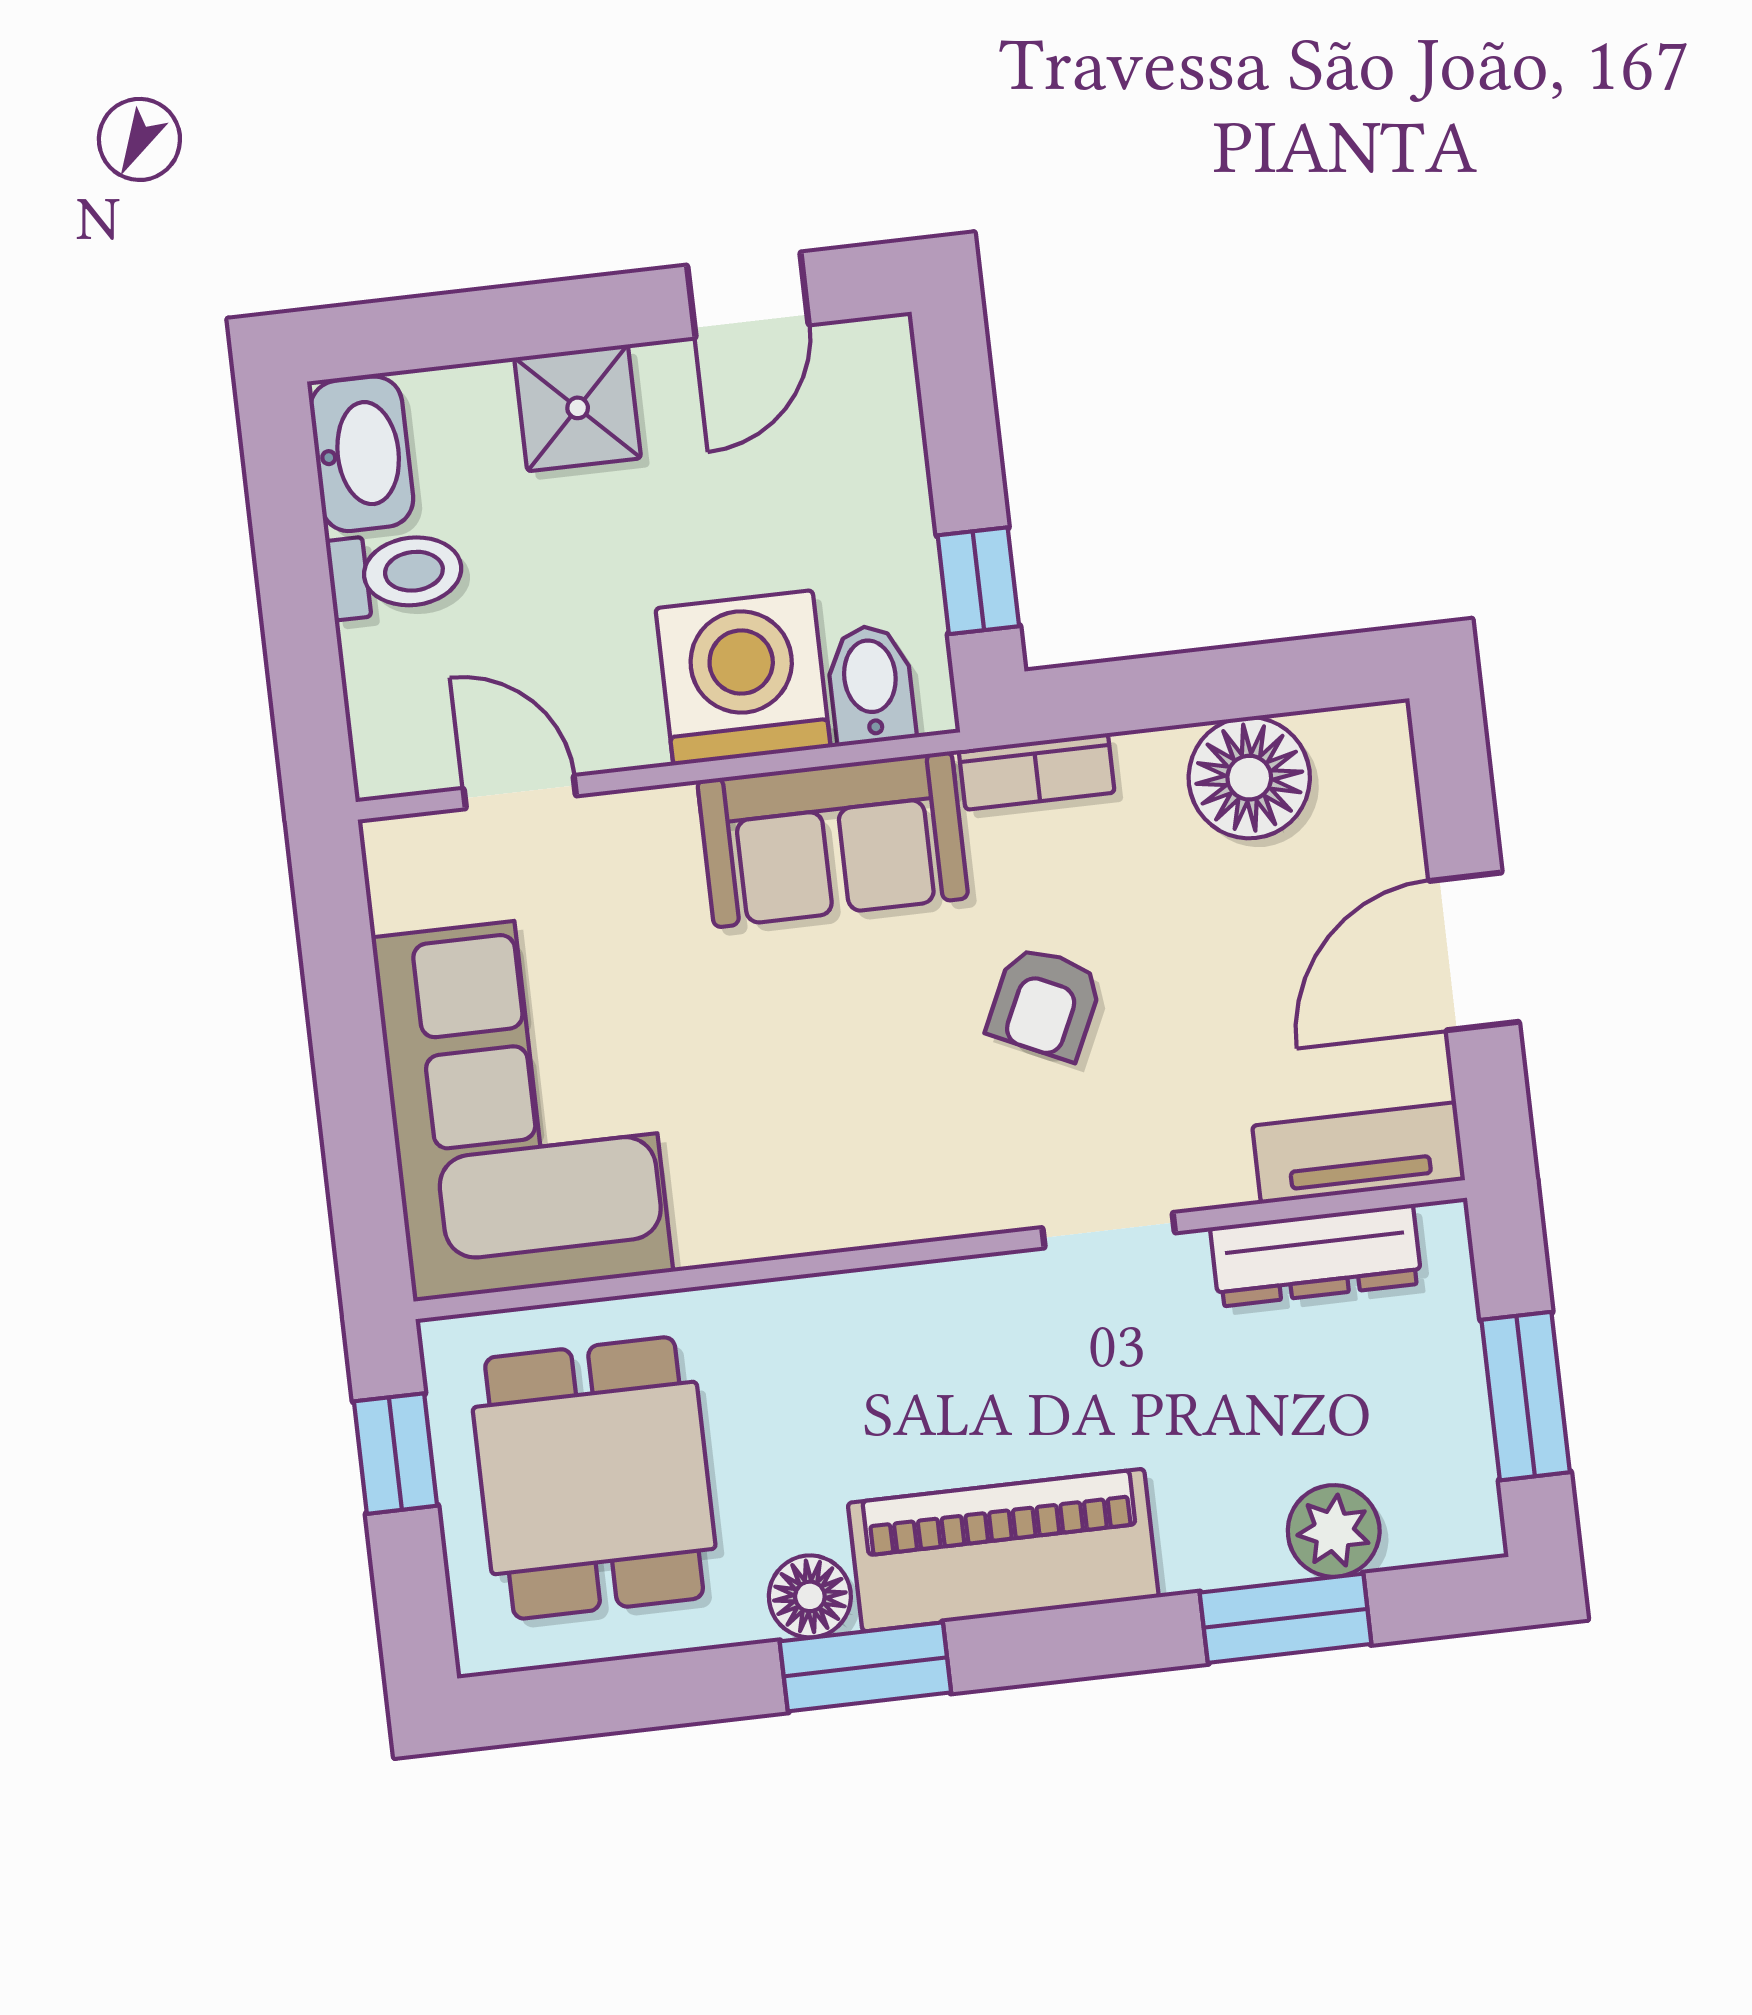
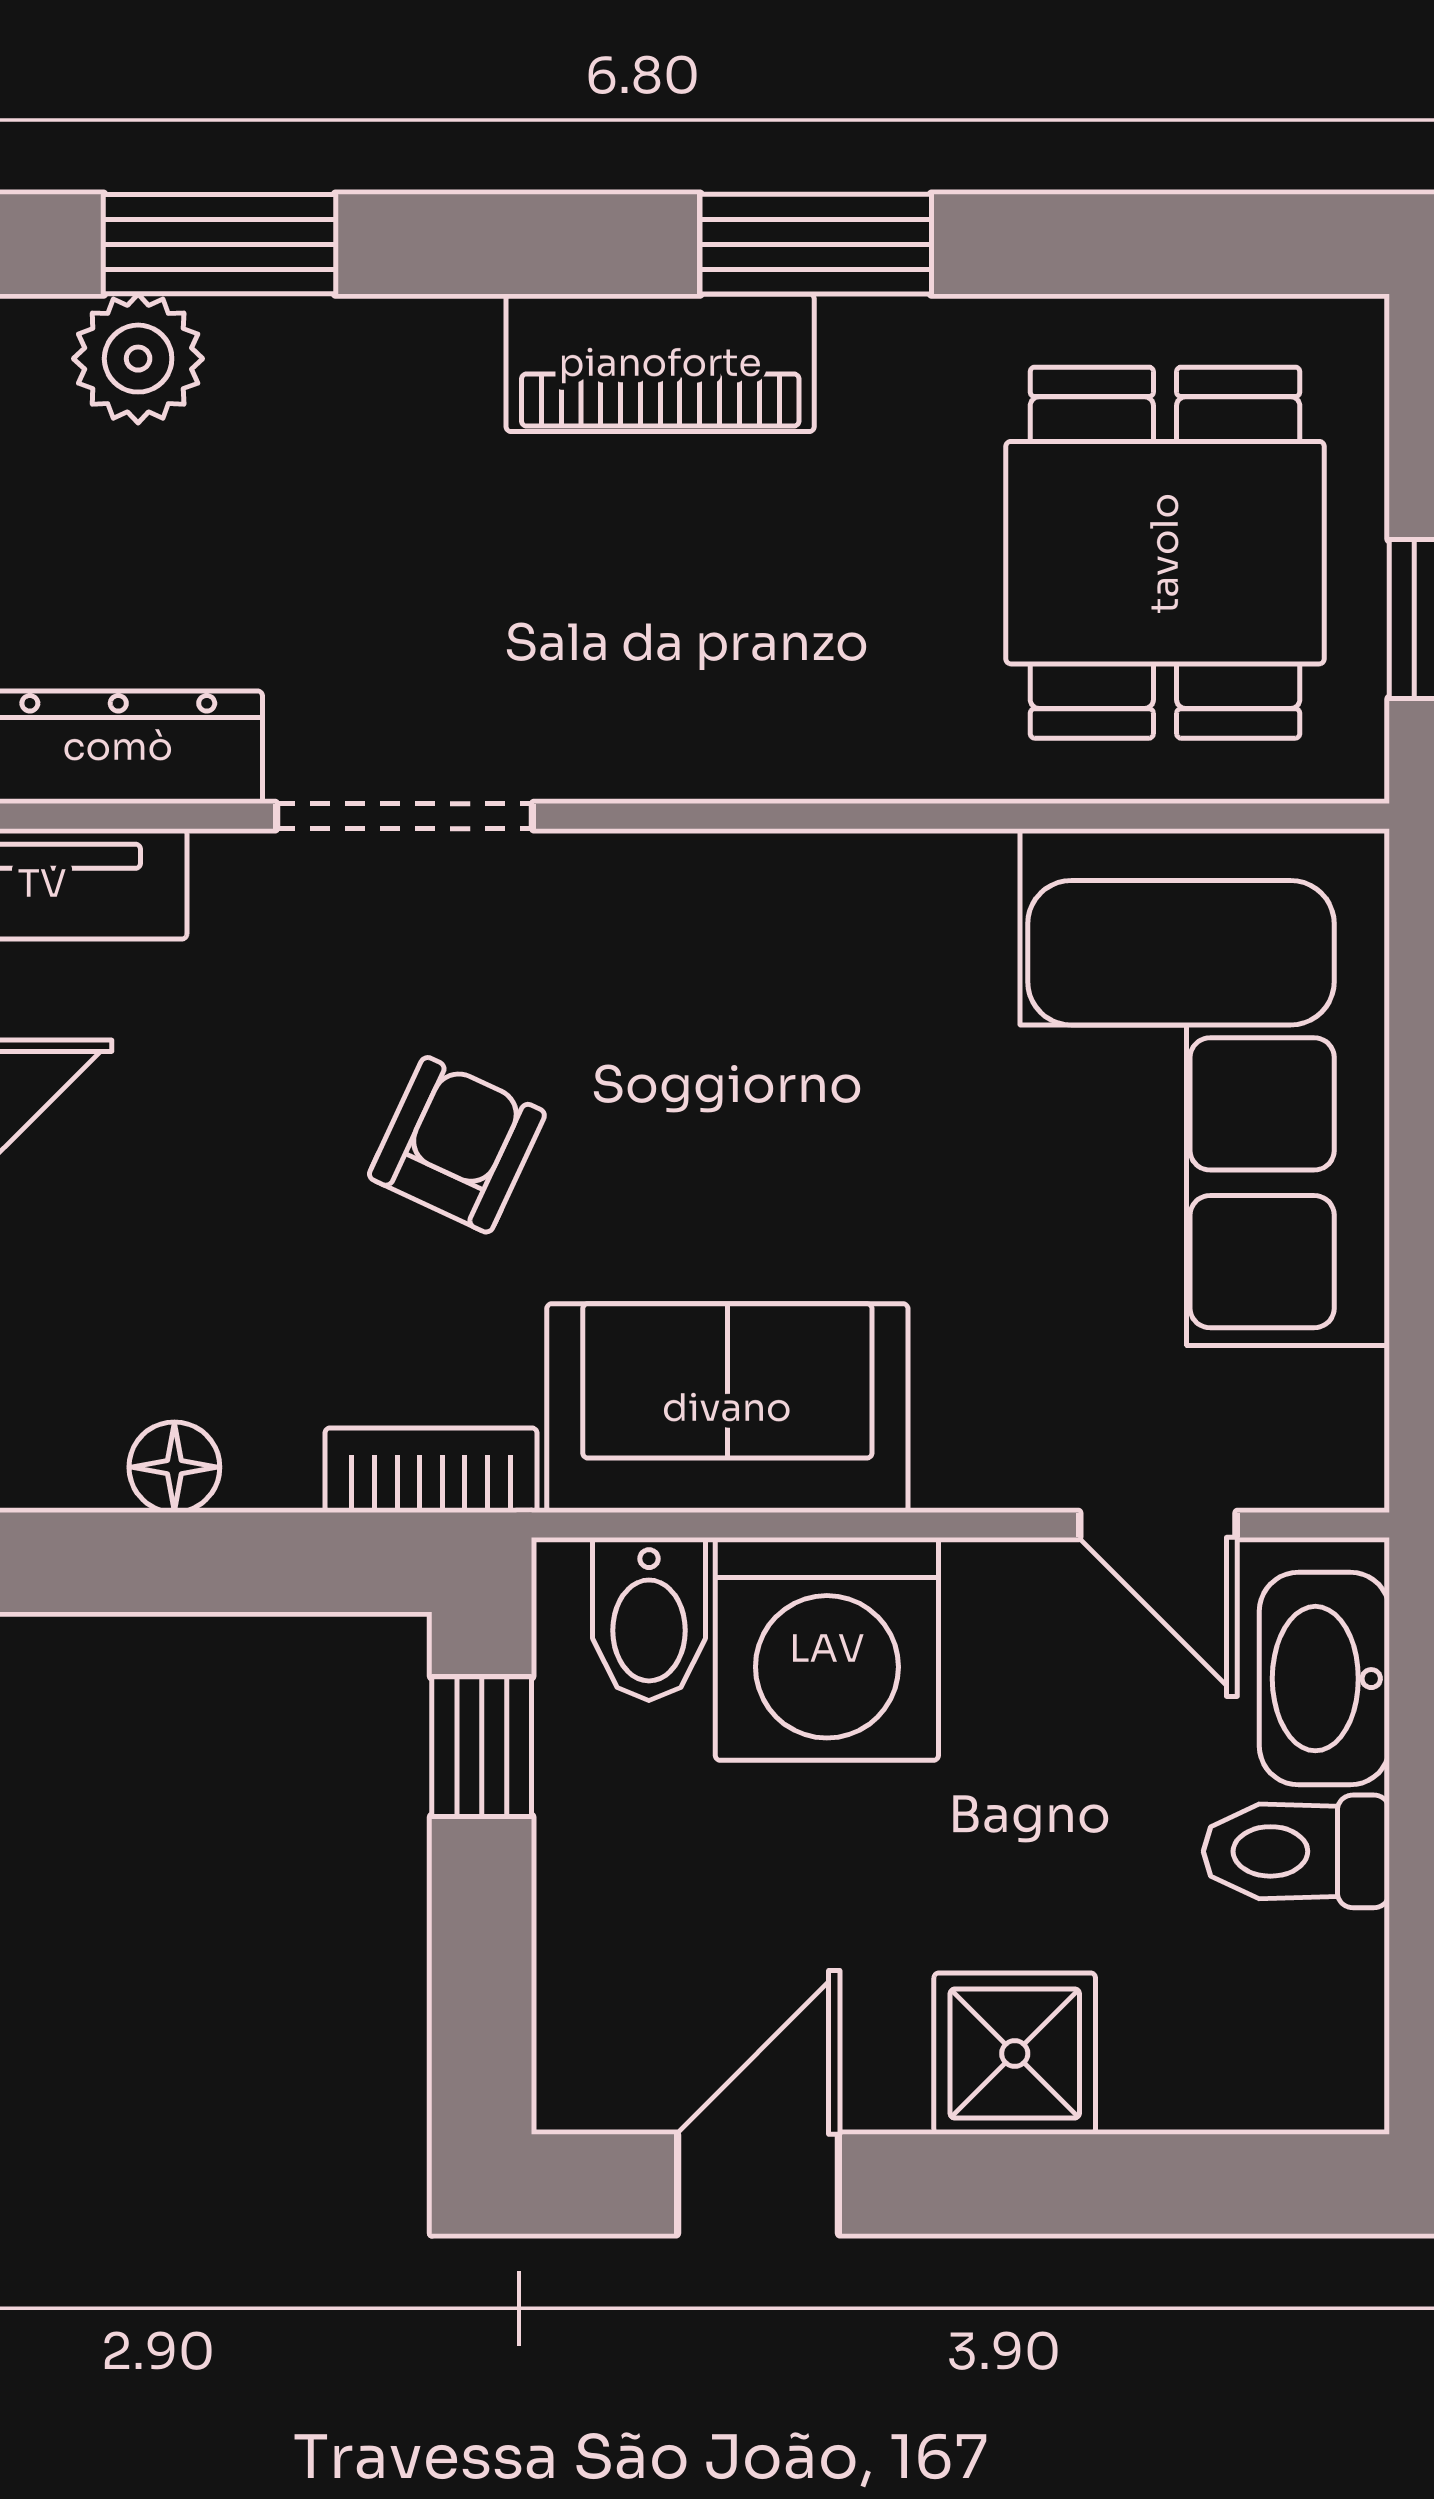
washbasin: (362, 454) -> (1324, 1679), moved
floor lamp: (1249, 778) -> (174, 1467), width x0.53, depth x0.53
doorway: (1109, 1230) -> (404, 816), width x1.38
piano: (1003, 1550) -> (660, 363), width x0.73, depth x0.75
floor lamp: (810, 1596) -> (882, 352), removed

